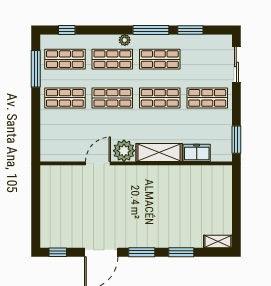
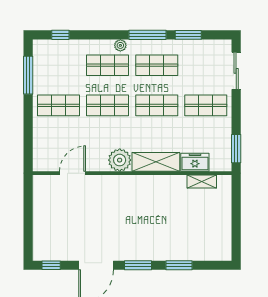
shop shelf: (65, 59) -> (58, 65), removed
door: (98, 163) -> (72, 173), moved
shelving: (218, 242) -> (202, 182), moved

